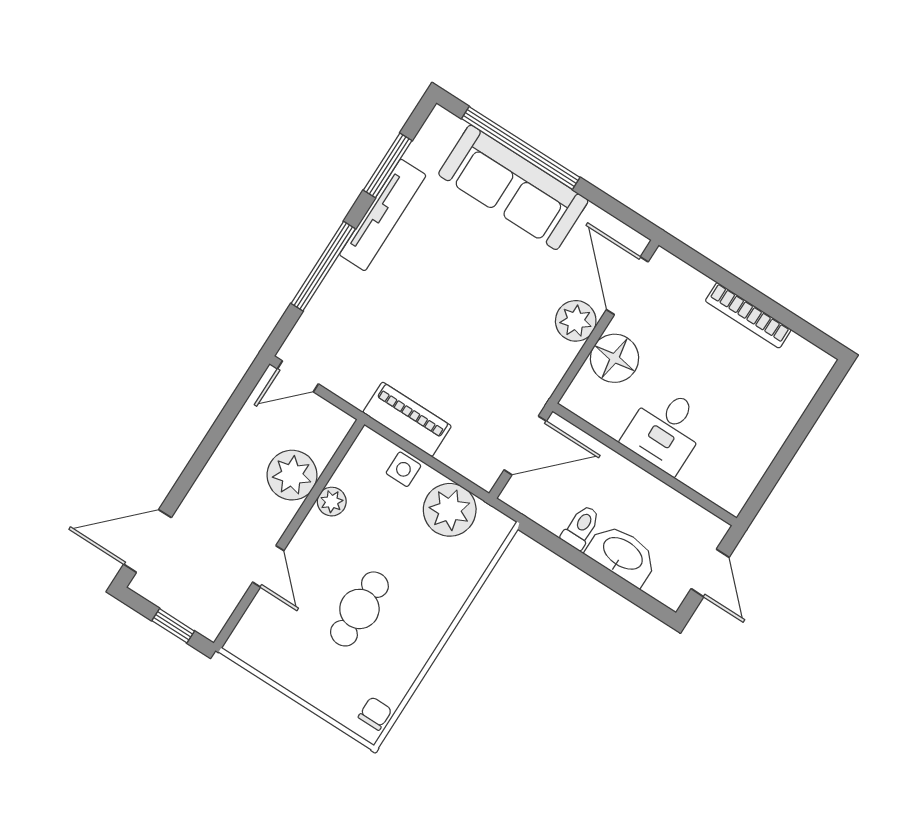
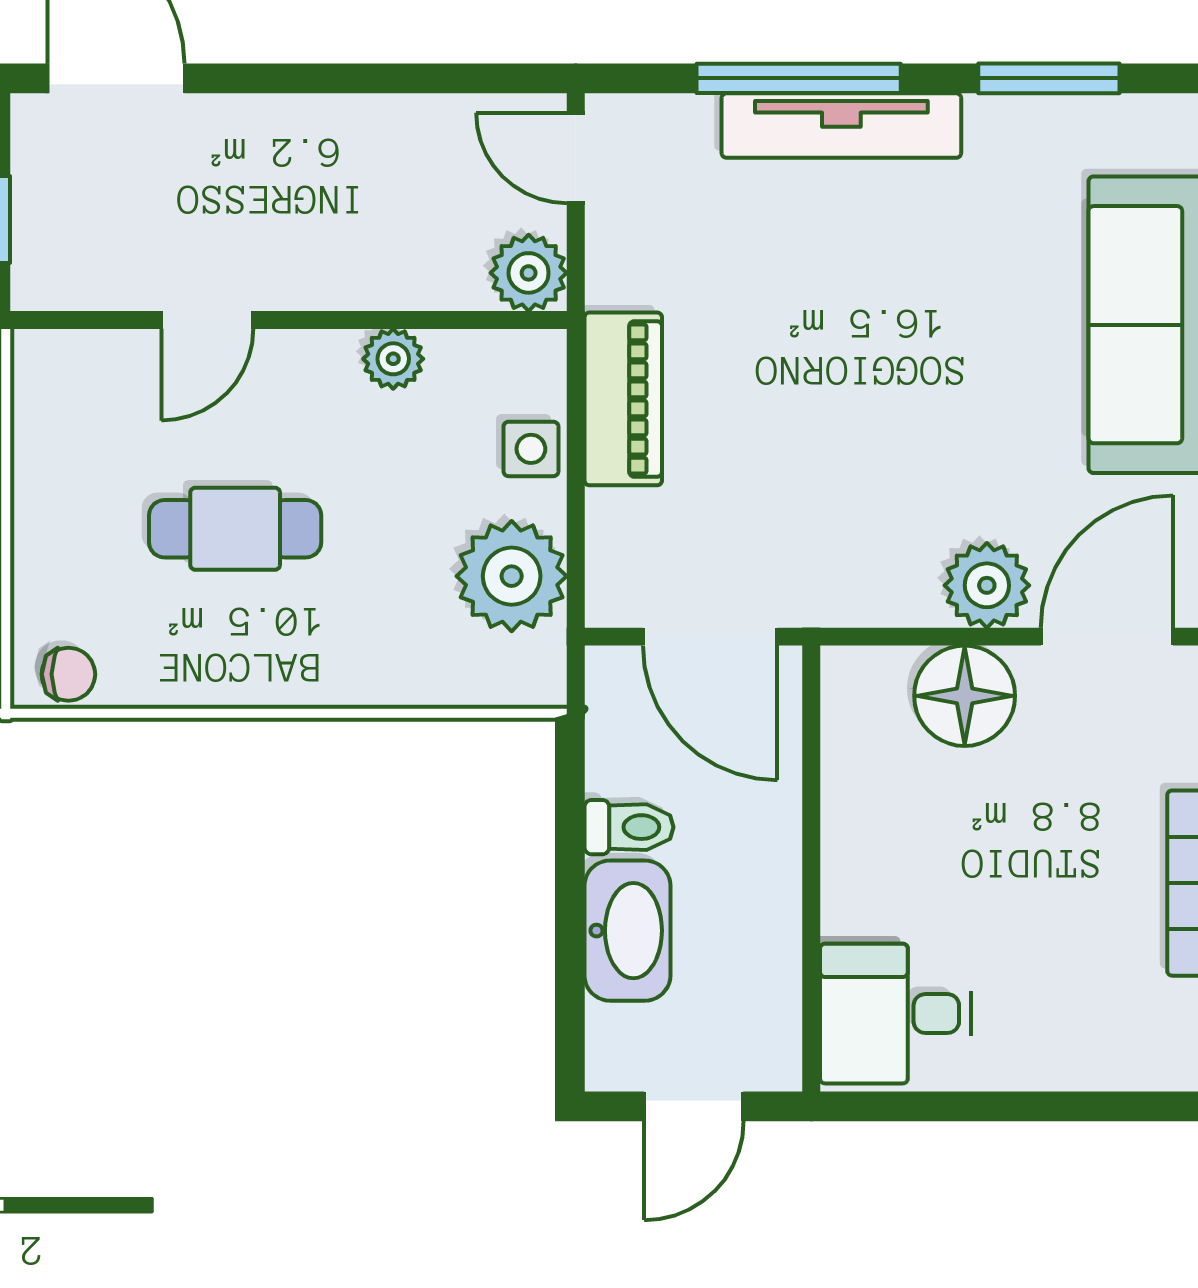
tv unit: (383, 215) -> (841, 126), moved
desk: (666, 430) -> (896, 1014), moved
plant: (292, 475) -> (529, 273), moved, width x0.73, depth x0.73

